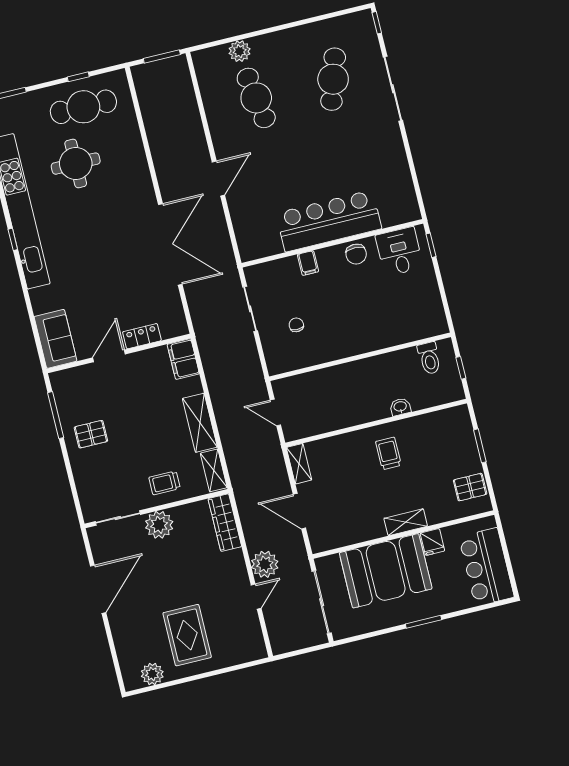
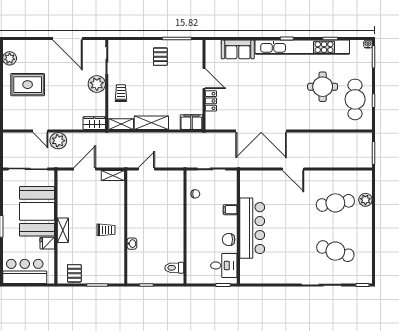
sofa: (55, 339) -> (238, 49), moved
wall: (360, 357) -> (185, 227), moved
toilet: (429, 358) -> (174, 268), moved
wardrobe: (225, 523) -> (94, 123), width x0.67

